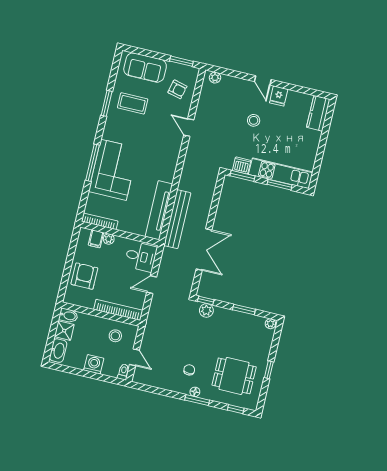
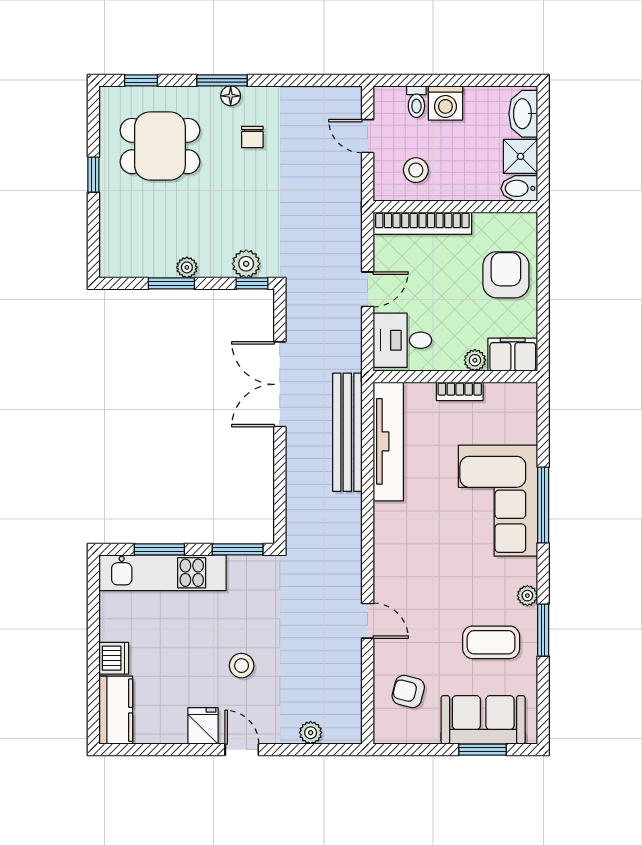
window: (181, 61) -> (482, 750), moved
plant: (215, 78) -> (311, 733), moved
plant: (110, 121) -> (527, 596), added
dishwasher: (242, 166) -> (114, 658), moved, turned -90
bookcase: (100, 221) -> (460, 391), moved, width x0.64
filing cabinet: (96, 239) -> (513, 355), width x2.00
armchair: (84, 276) -> (506, 275), turned 180
plant: (270, 324) -> (187, 267), moved
toilet: (123, 372) -> (416, 102), moved

